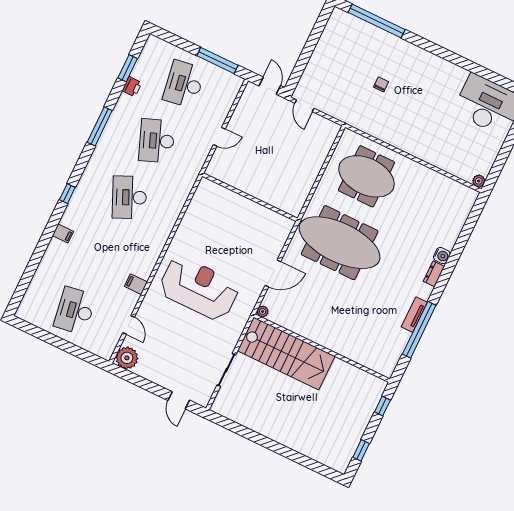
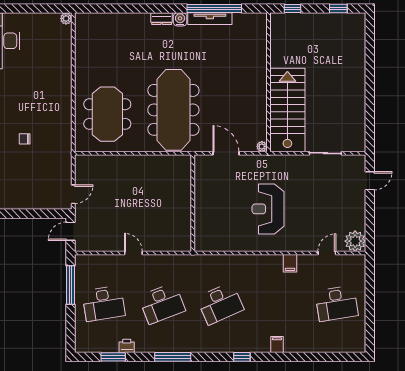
wall: (250, 197) -> (193, 203), moved
water cooler: (442, 256) -> (180, 19), moved
reception desk: (199, 288) -> (268, 209), width x0.74, depth x0.77
tv unit: (414, 315) -> (210, 19), width x1.41

